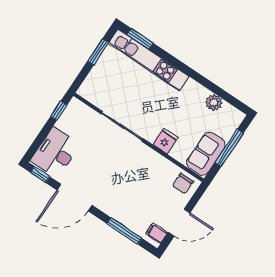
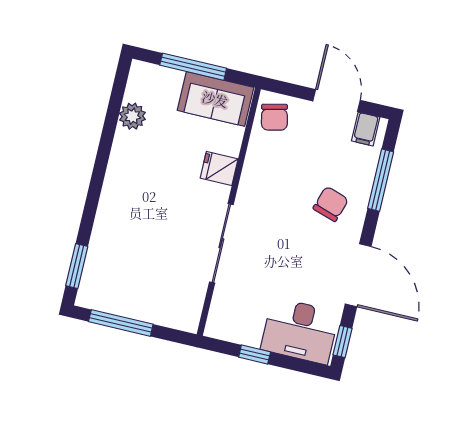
window: (98, 52) -> (121, 323), width x1.44
kitchen unit: (149, 60) -> (104, 240), removed
window: (59, 111) -> (255, 355), moved
chair: (183, 184) -> (274, 117), turned 77
chair: (121, 197) -> (331, 204), added

